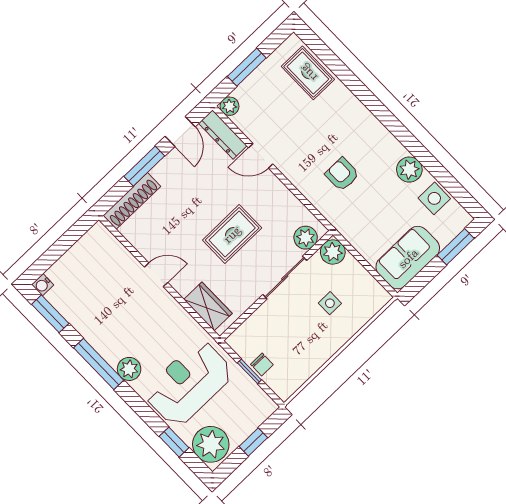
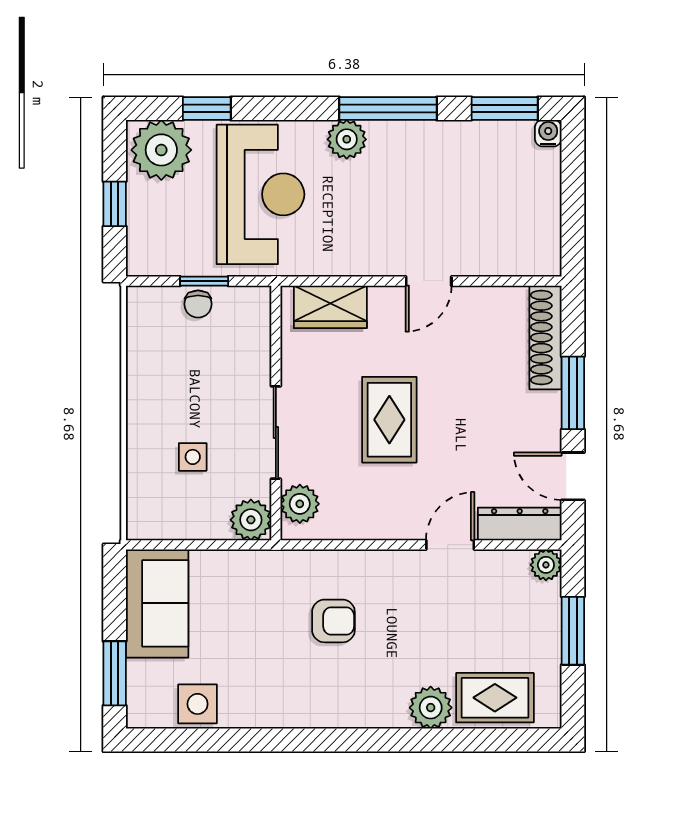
plant: (409, 170) -> (431, 708), moved
chair: (262, 365) -> (198, 304), turned -90

